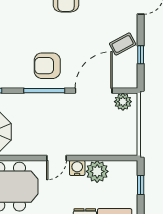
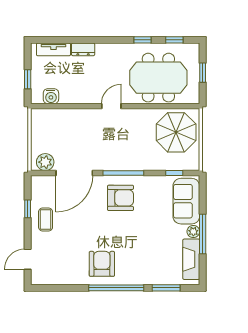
coffee table: (123, 44) -> (46, 219), turned -62
water cooler: (77, 168) -> (51, 96), moved
plant: (97, 171) -> (71, 93), removed

